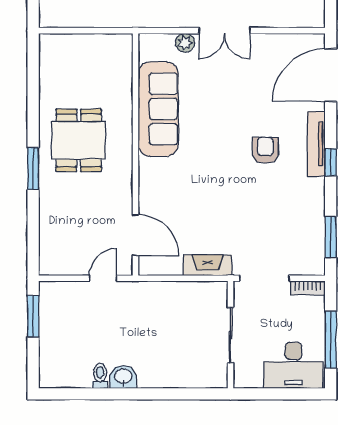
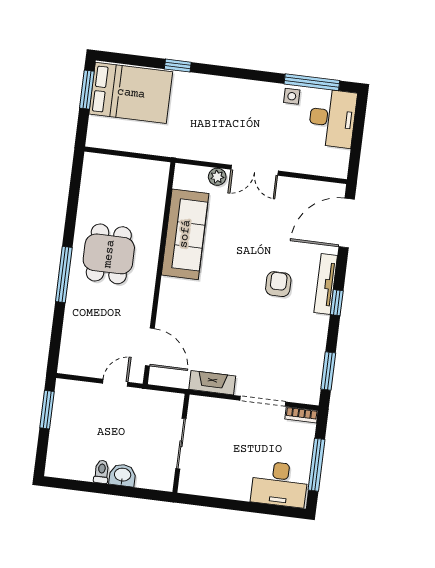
window: (33, 169) -> (64, 275), width x1.44
sliding door: (231, 335) -> (181, 444), moved
wall: (231, 335) -> (181, 443), moved

